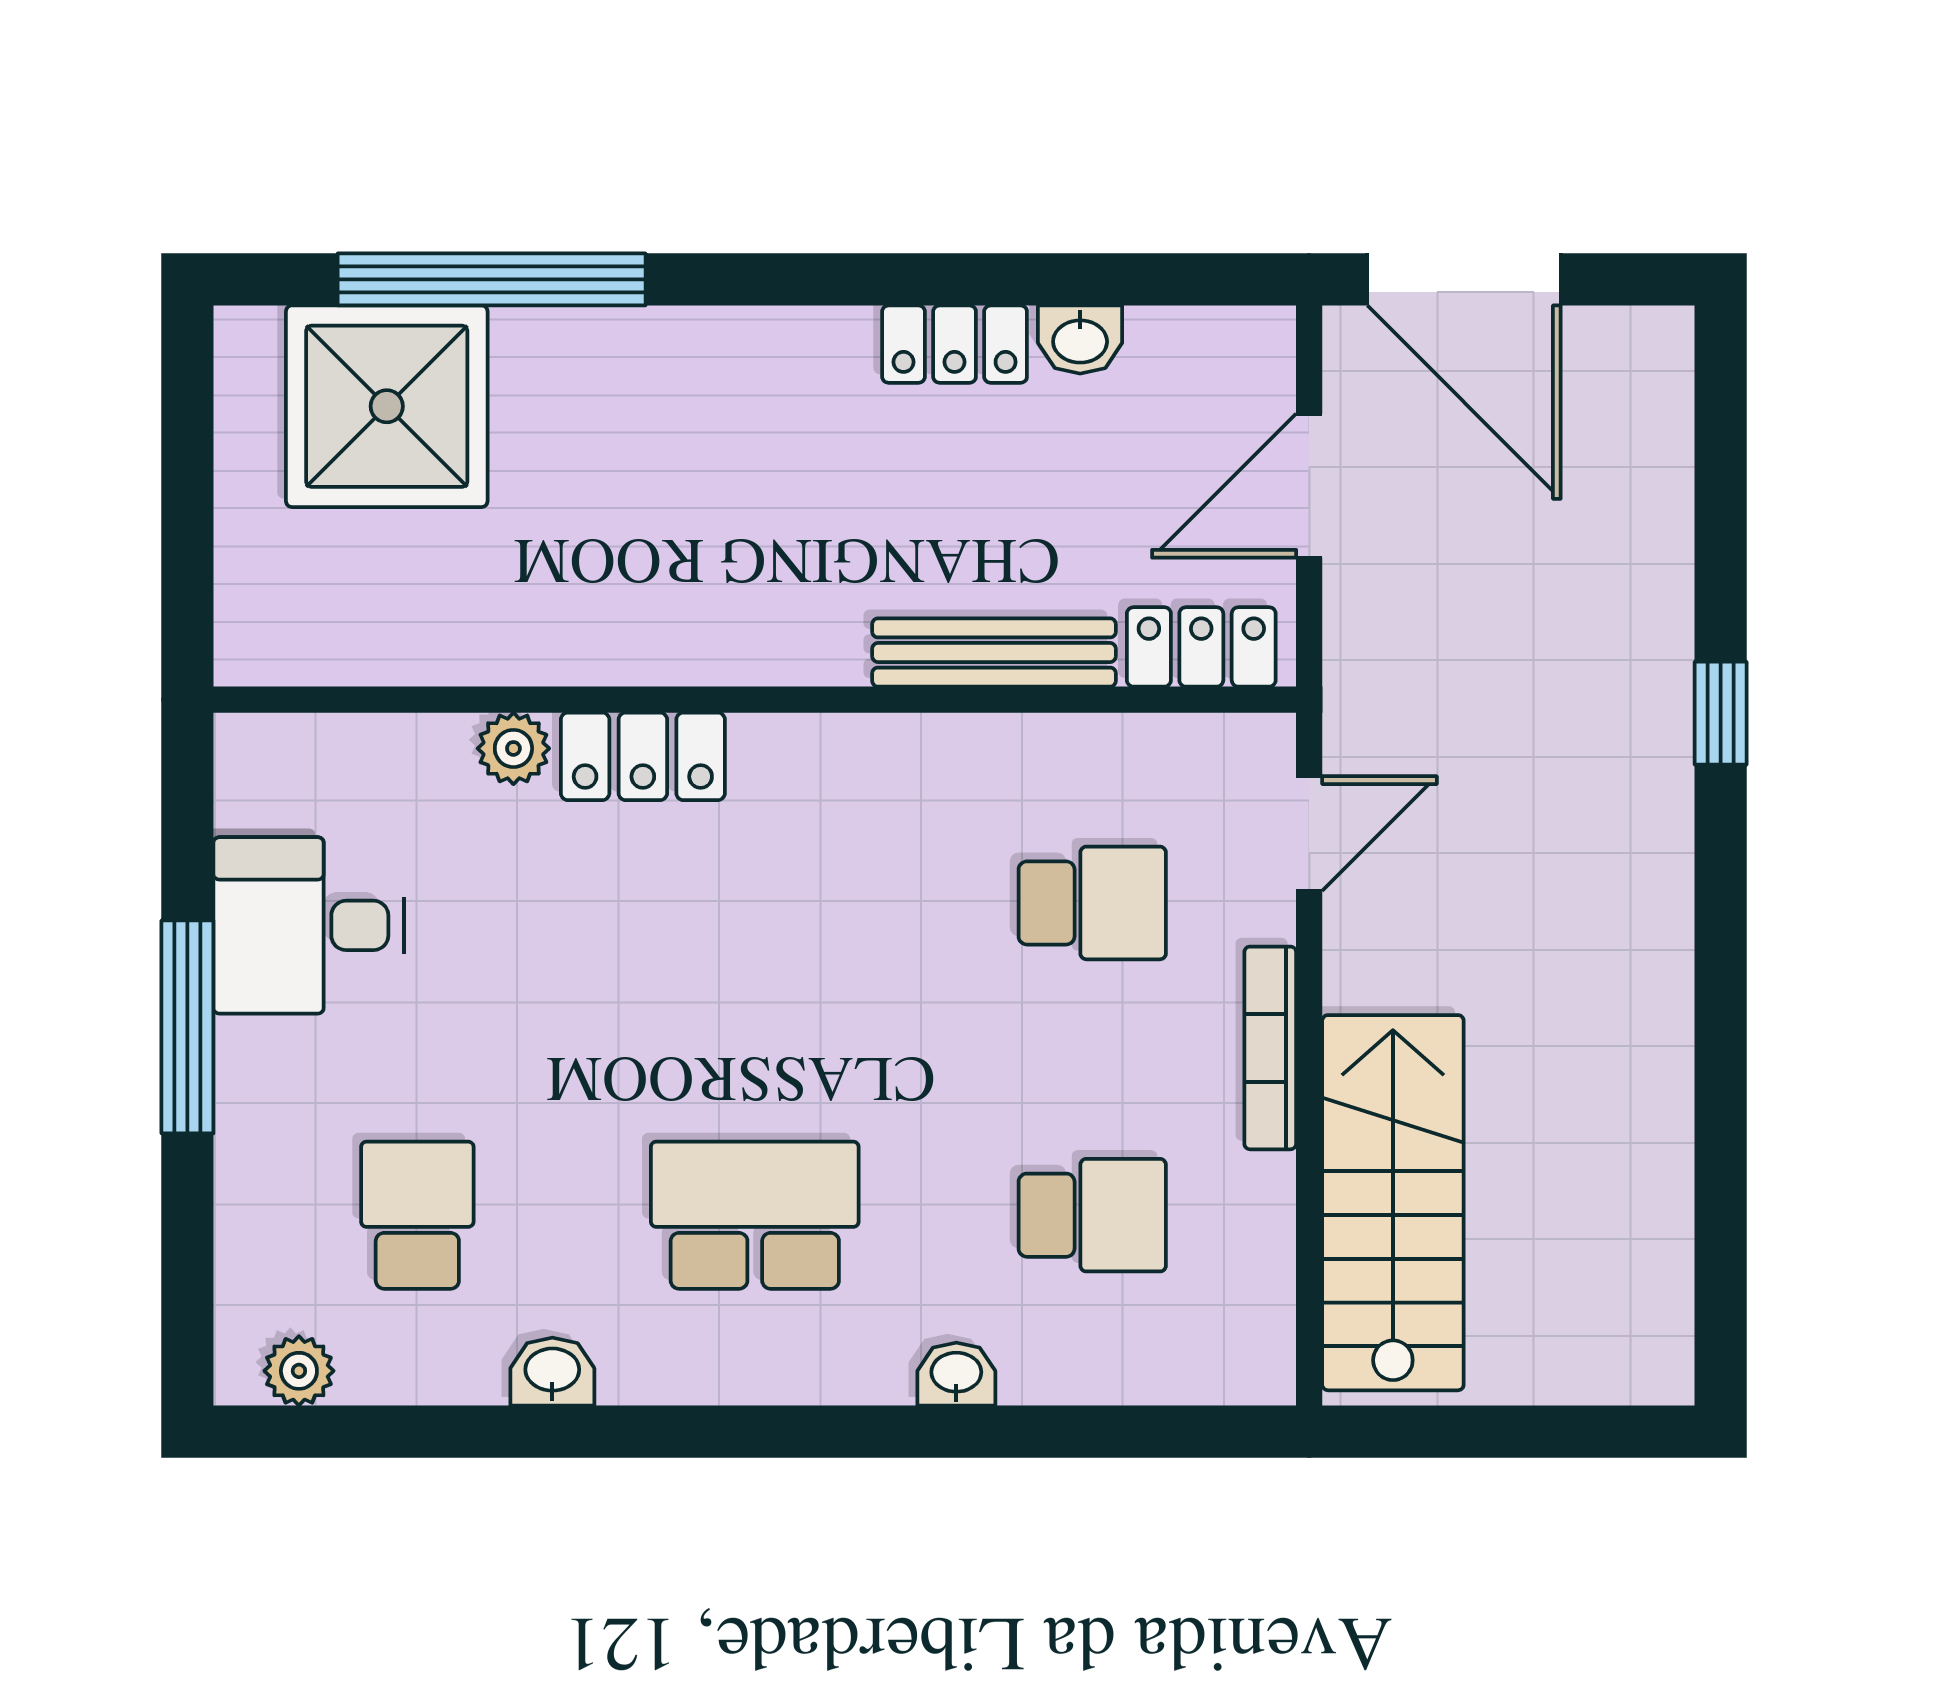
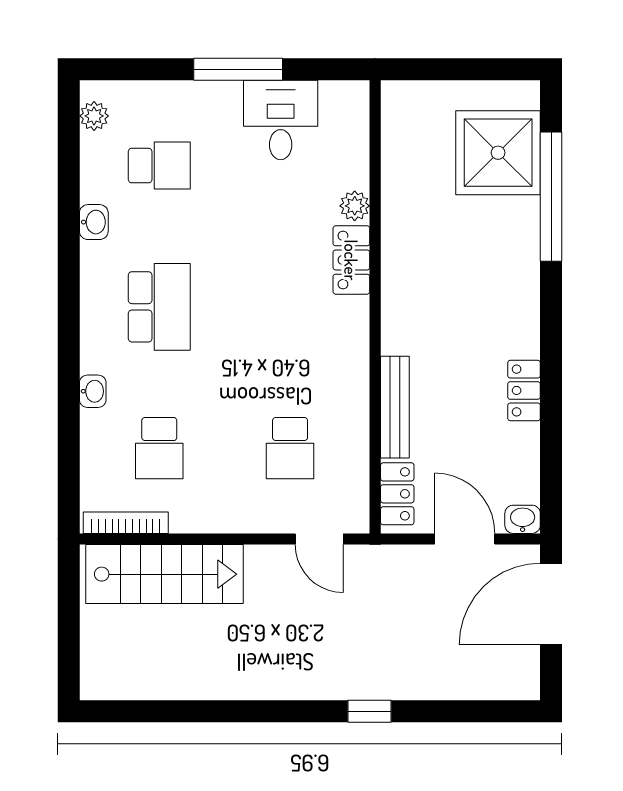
washbasin: (1080, 340) -> (523, 519), moved, turned 90
bookcase: (1270, 1048) -> (126, 523), moved

